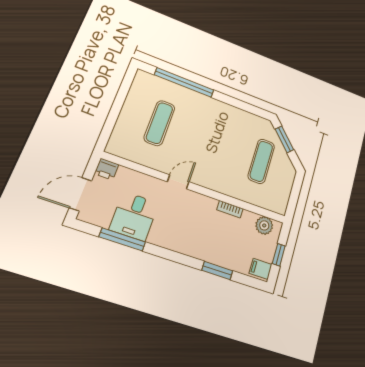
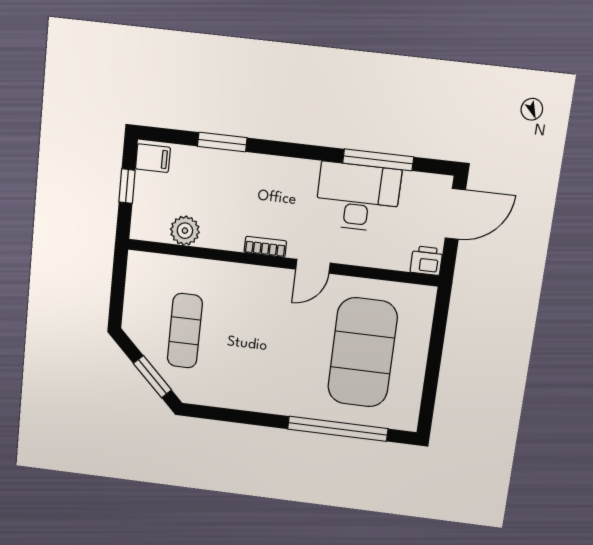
exercise mat: (159, 123) -> (362, 352), width x2.00, depth x1.45
bookcase: (230, 209) -> (265, 247), moved
desk: (134, 216) -> (358, 197), width x1.37
plant: (264, 225) -> (185, 231), moved

